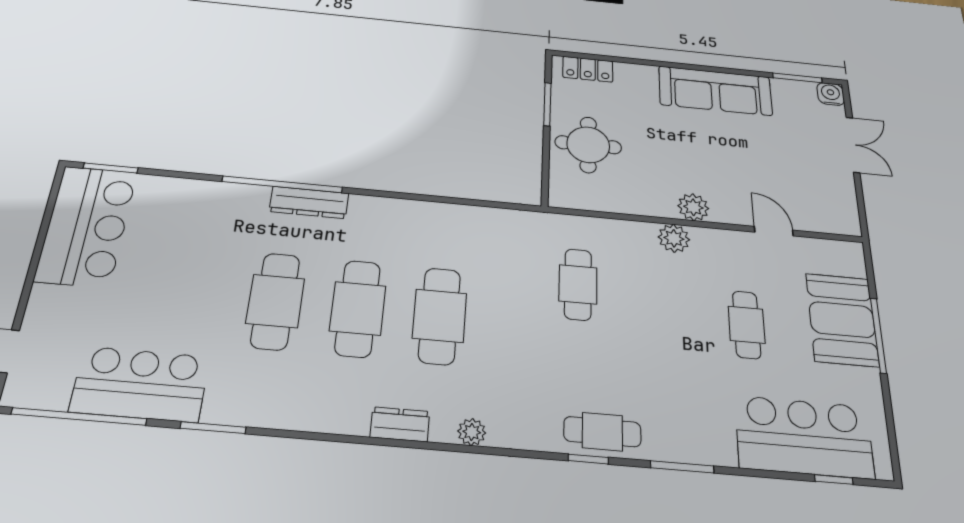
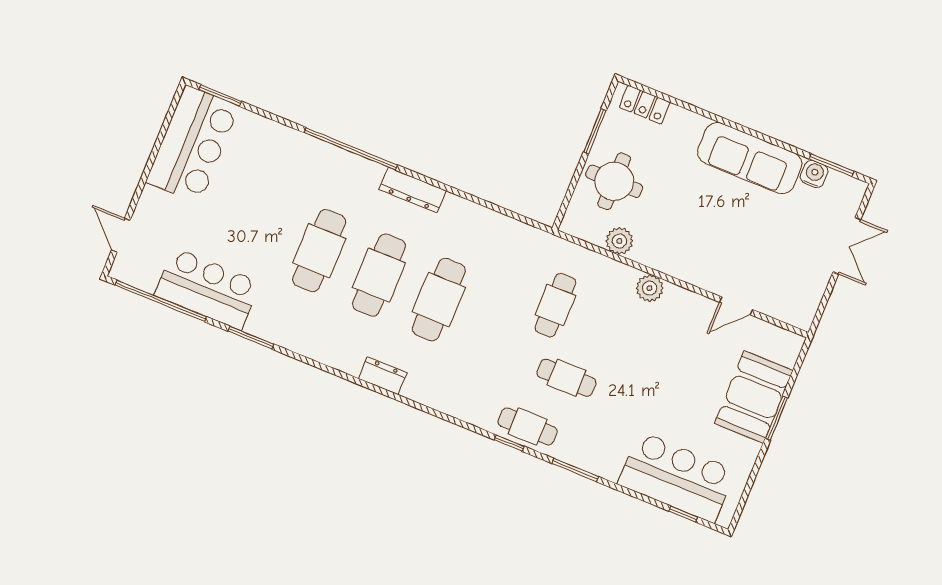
water cooler: (831, 94) -> (814, 174), moved
dresser: (309, 202) -> (412, 190), moved
plant: (693, 207) -> (619, 241), moved
door: (774, 231) -> (736, 306), swing flipped
cafe table: (747, 325) -> (566, 378), moved, turned 90
window: (878, 335) -> (776, 418), width x0.69
plant: (472, 432) -> (432, 397), removed

